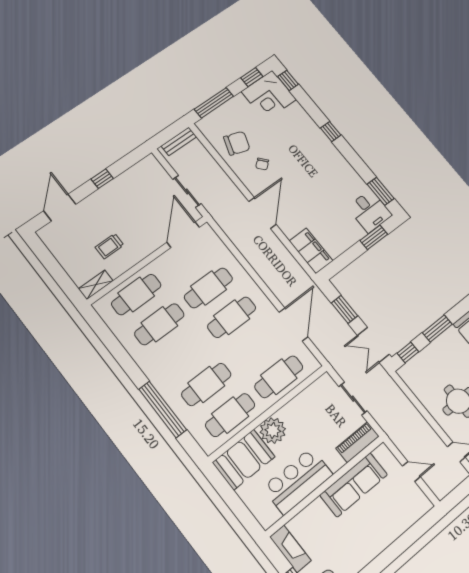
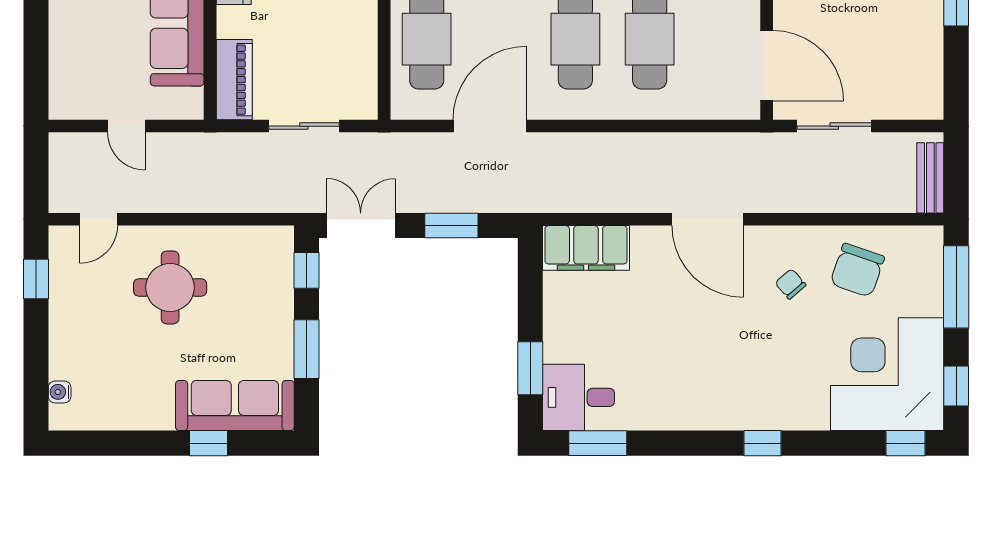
corner desk: (269, 96) -> (887, 374), width x1.36, depth x1.36
door: (293, 324) -> (490, 126), swing flipped
door: (411, 471) -> (126, 126), hinge flipped

